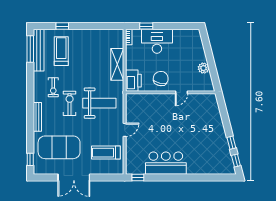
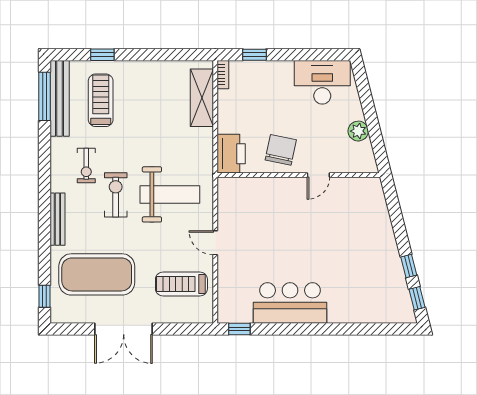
desk: (157, 41) -> (322, 82), moved
shelving: (117, 64) -> (202, 98), moved
door: (125, 130) -> (215, 243), swing flipped

